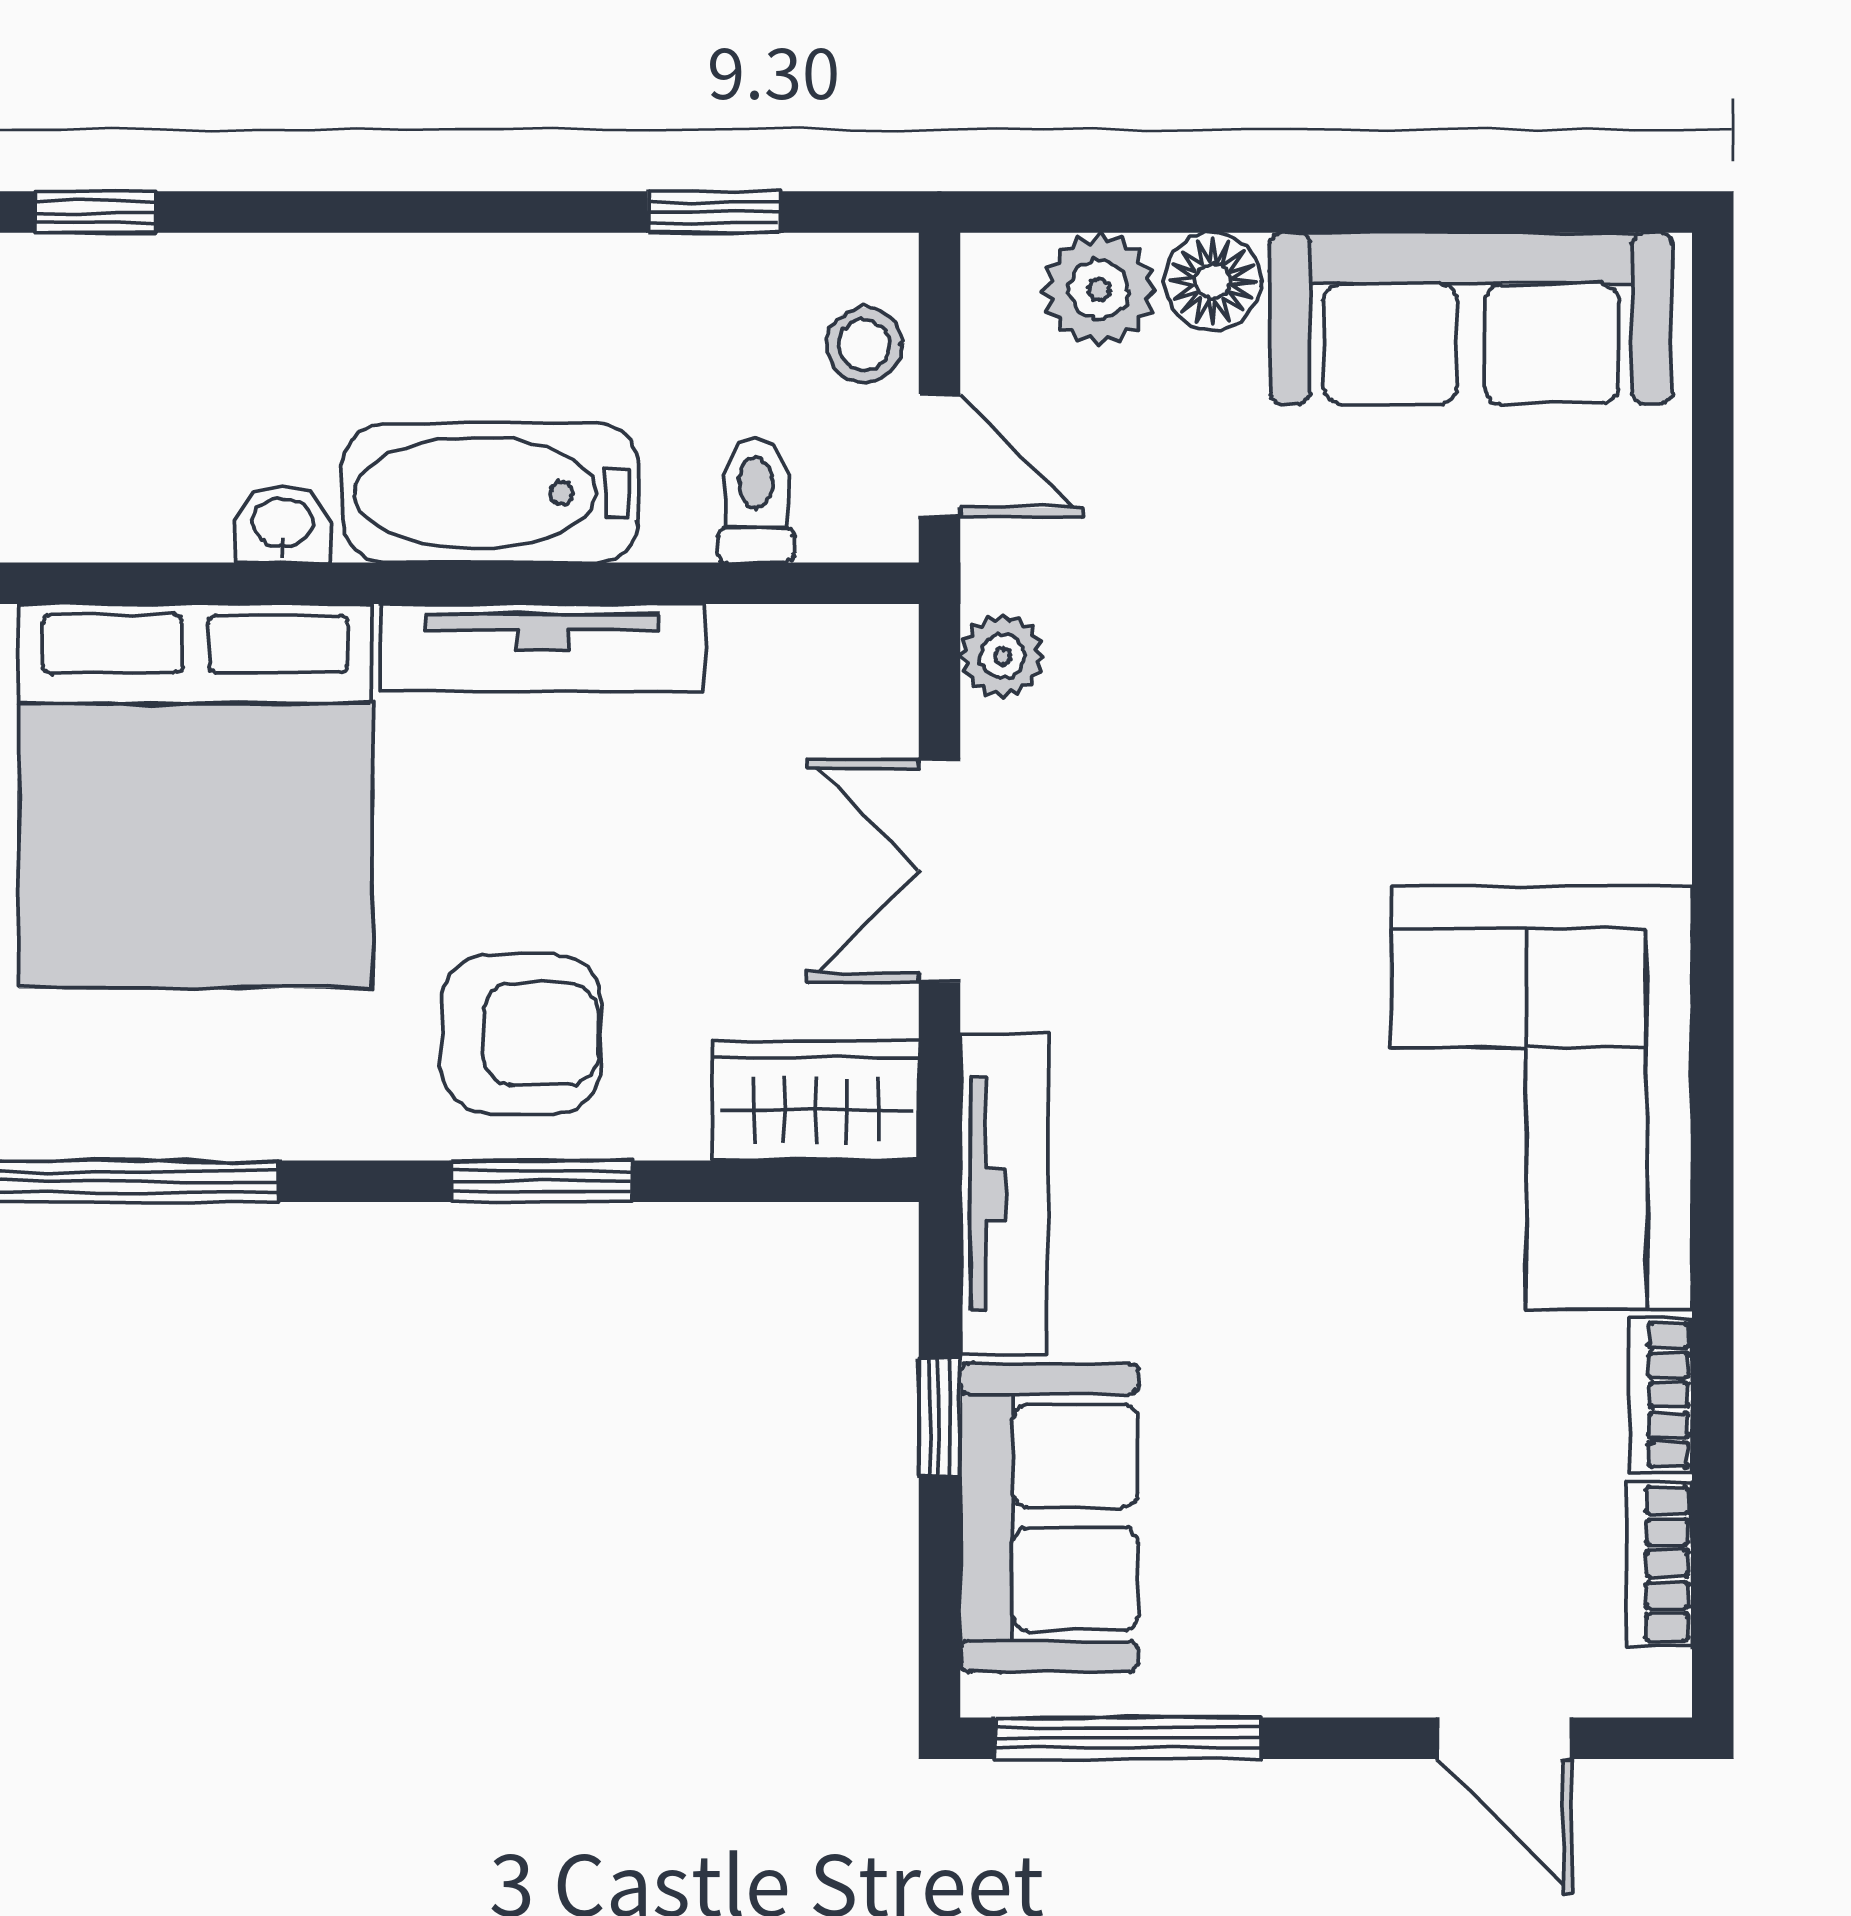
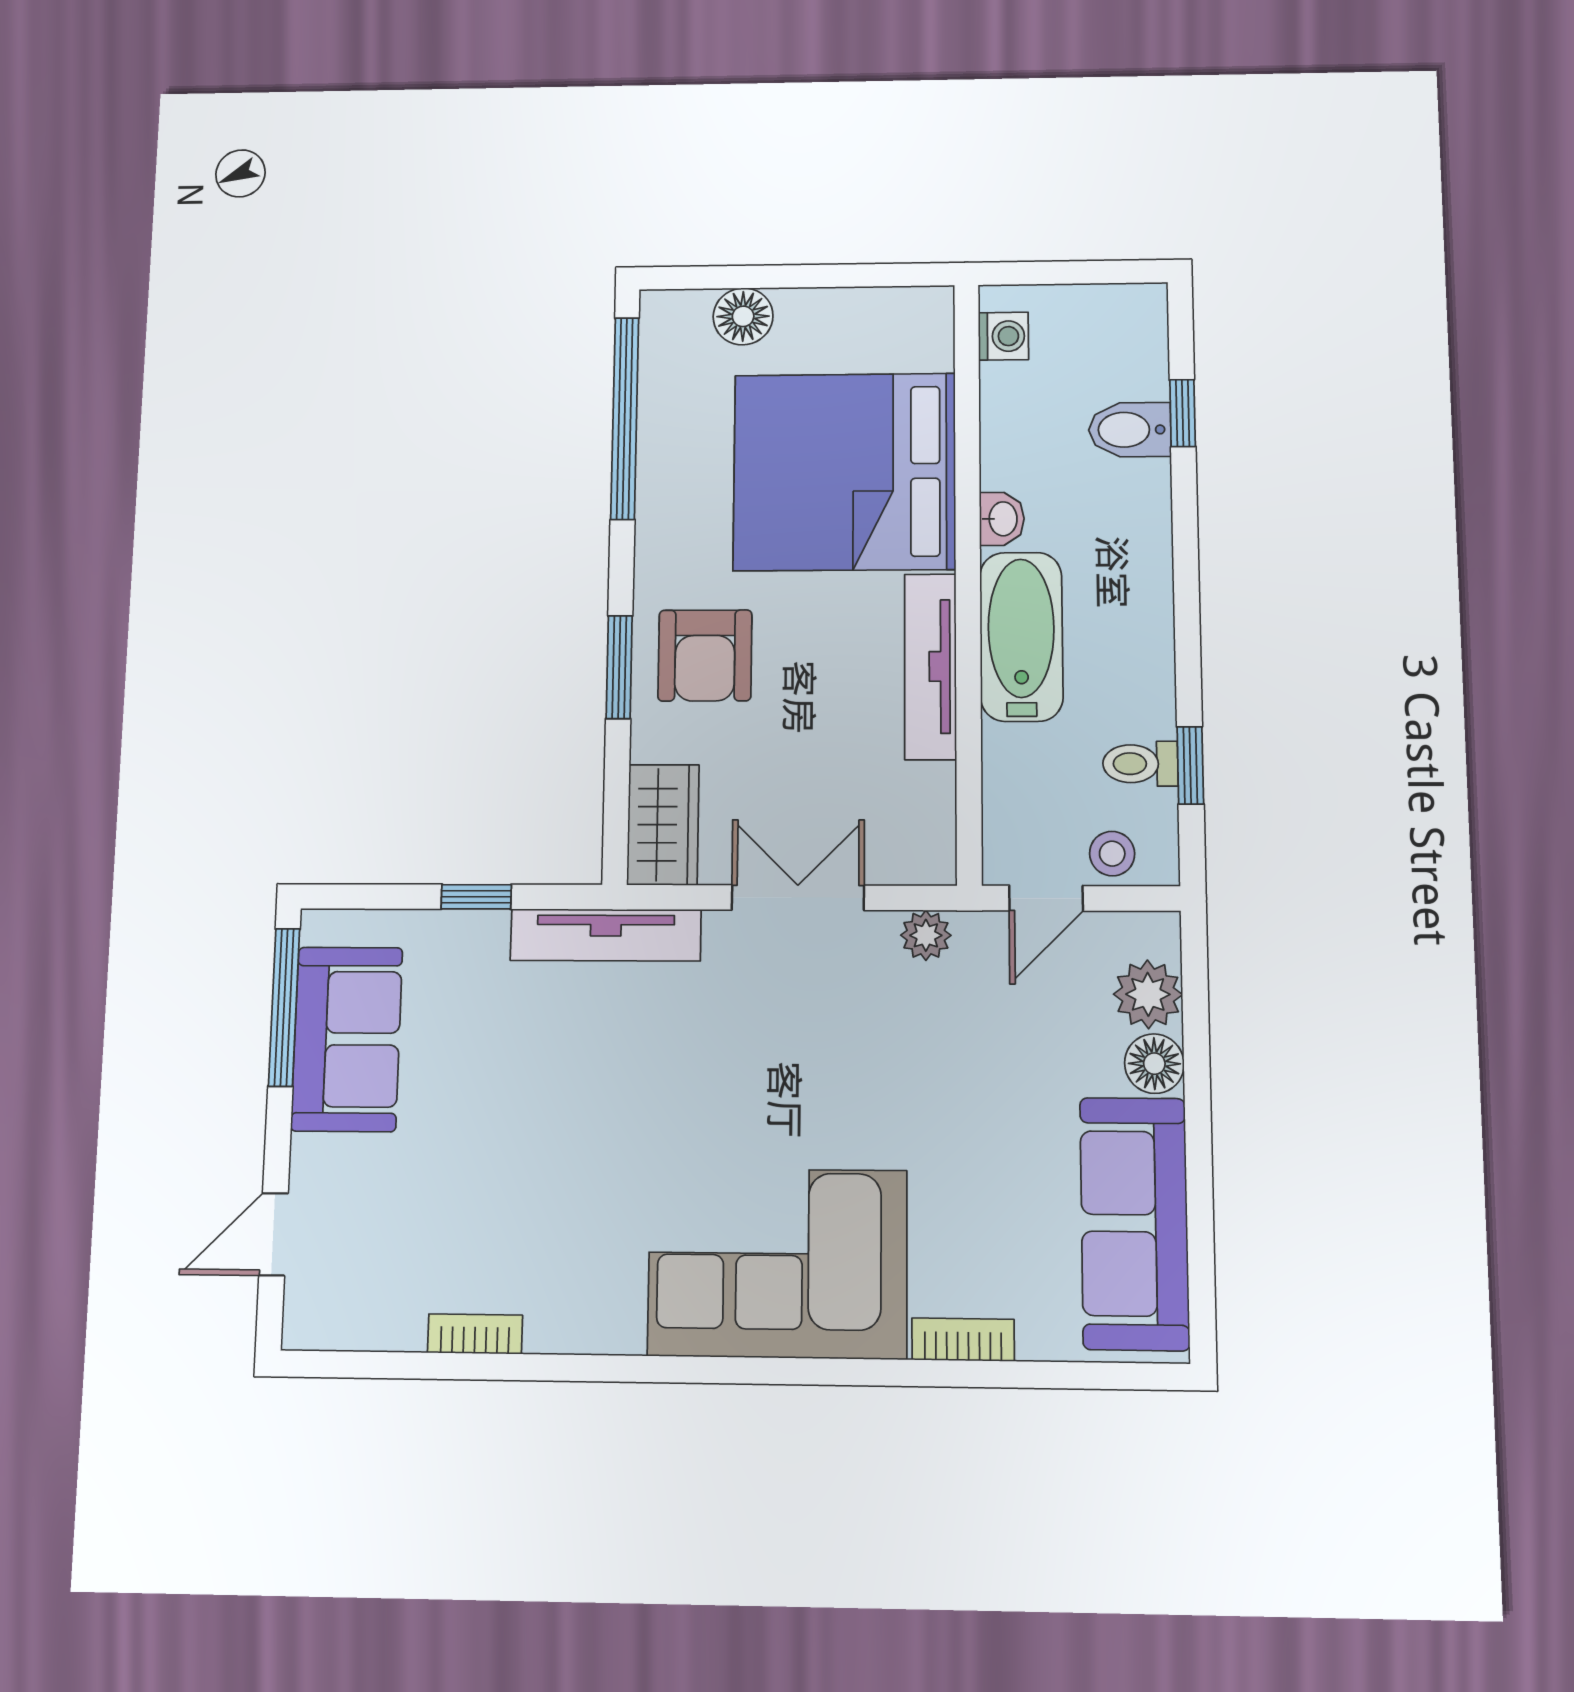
bidet: (124, 303) -> (1130, 430), added
toilet: (756, 500) -> (1140, 764), moved, turned 180
corner sofa: (1541, 1098) -> (777, 1263), moved
sofa: (1049, 1517) -> (347, 1039), moved, turned -90
bookcase: (1659, 1564) -> (963, 1340), moved

